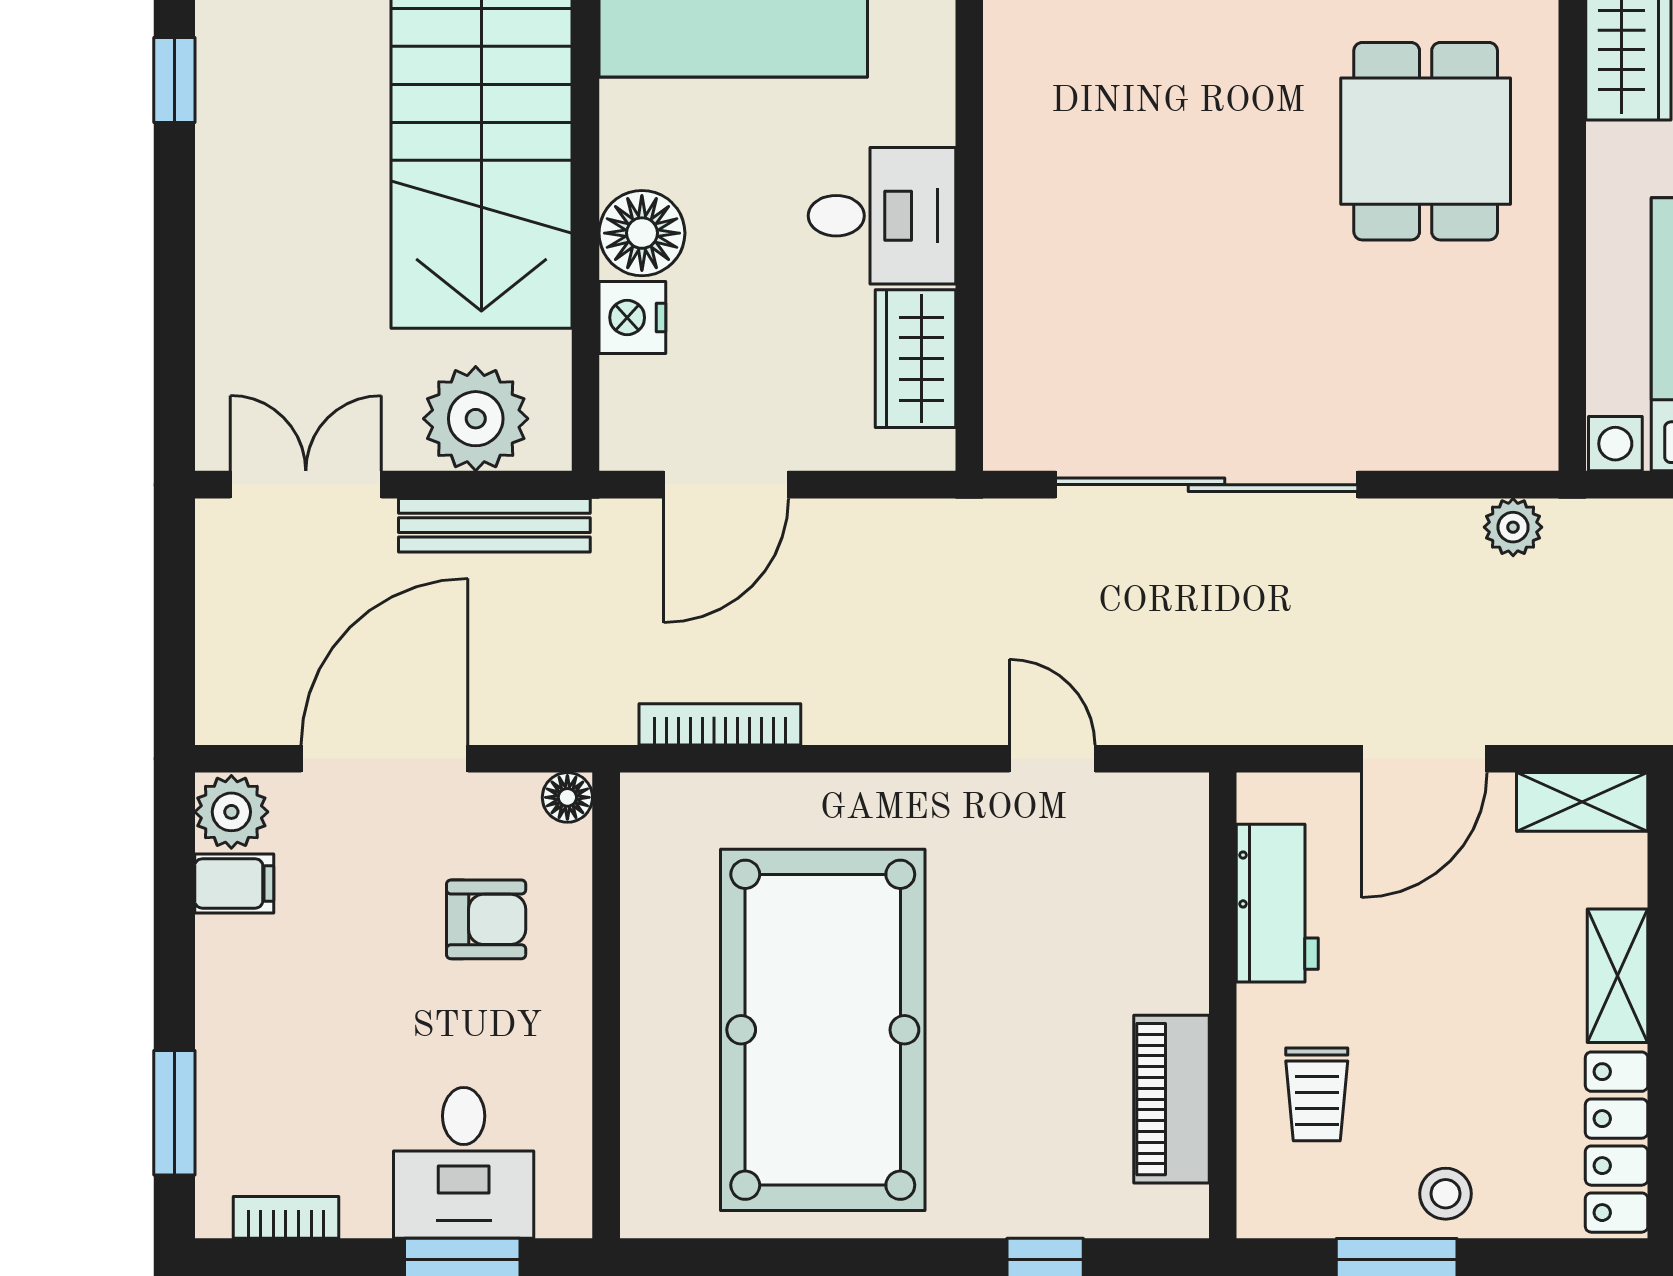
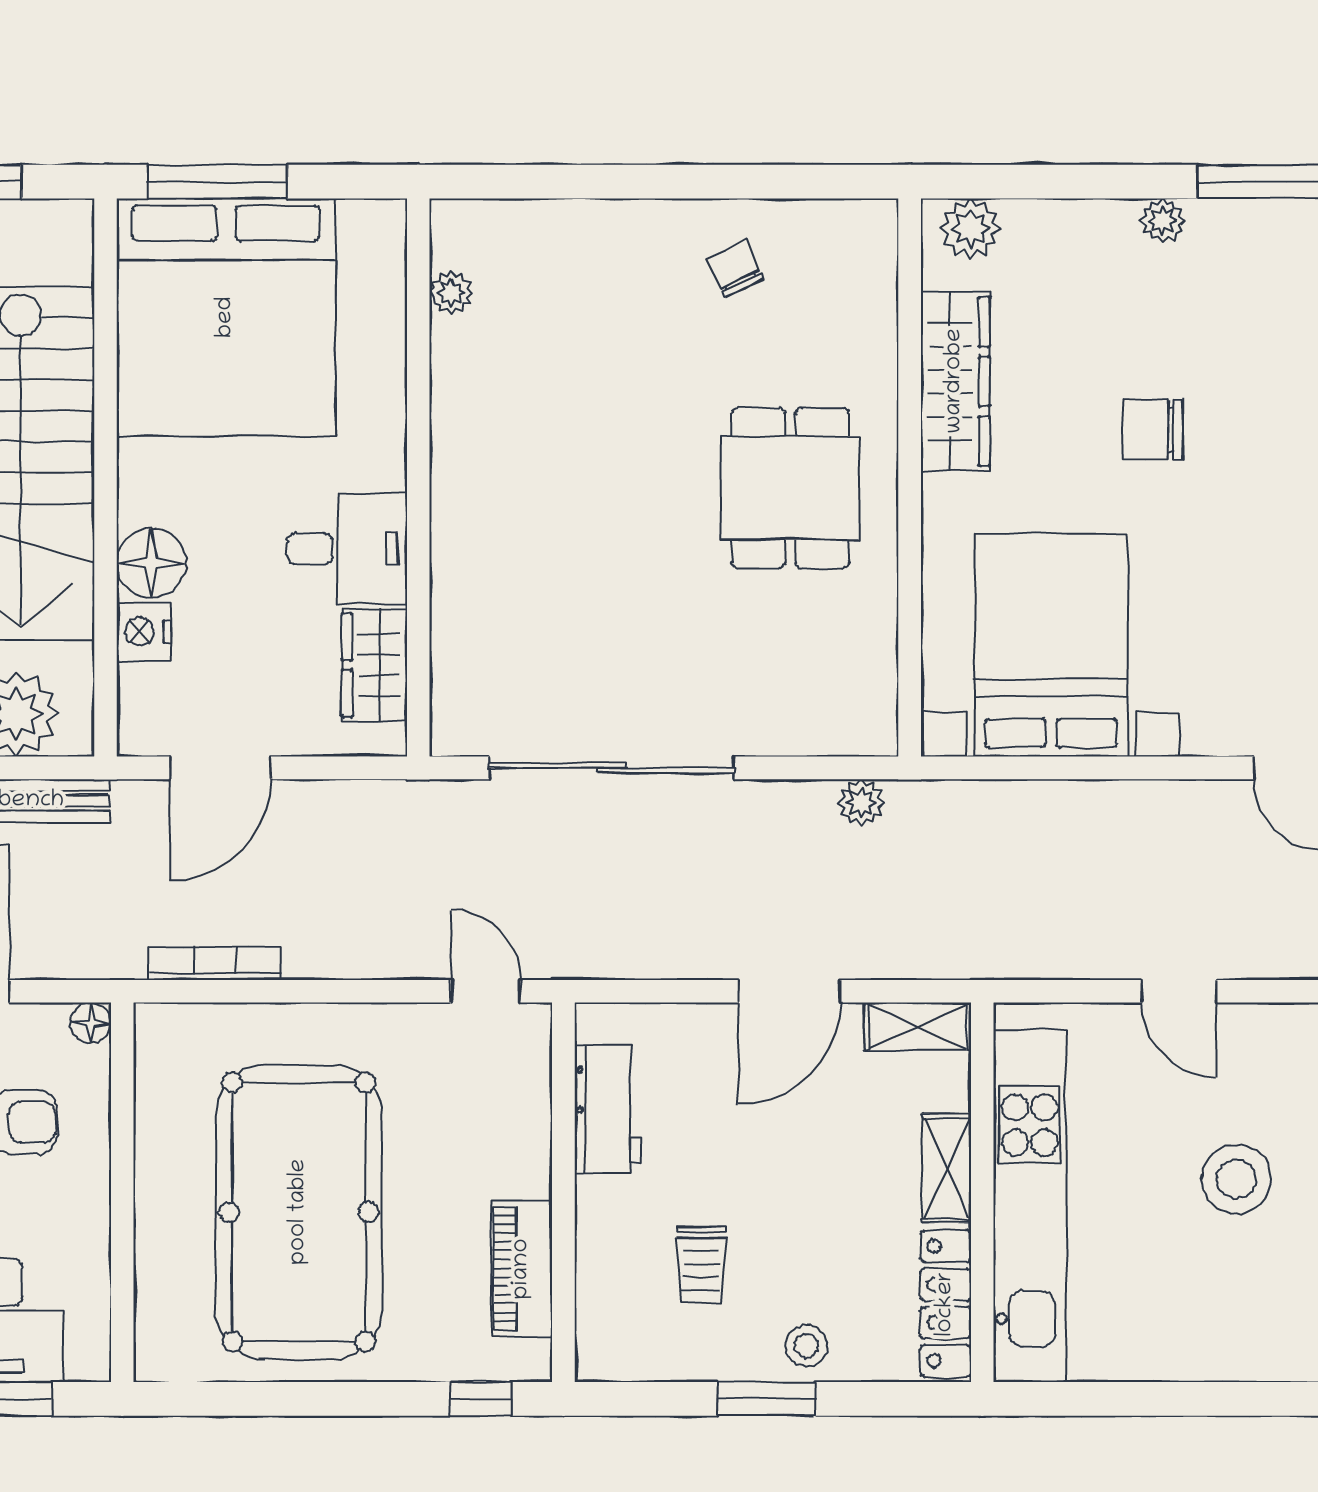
workbench: (1277, 903) -> (608, 1109), moved
wall: (1223, 1005) -> (563, 1192), moved
piano: (1171, 1099) -> (522, 1269), moved

